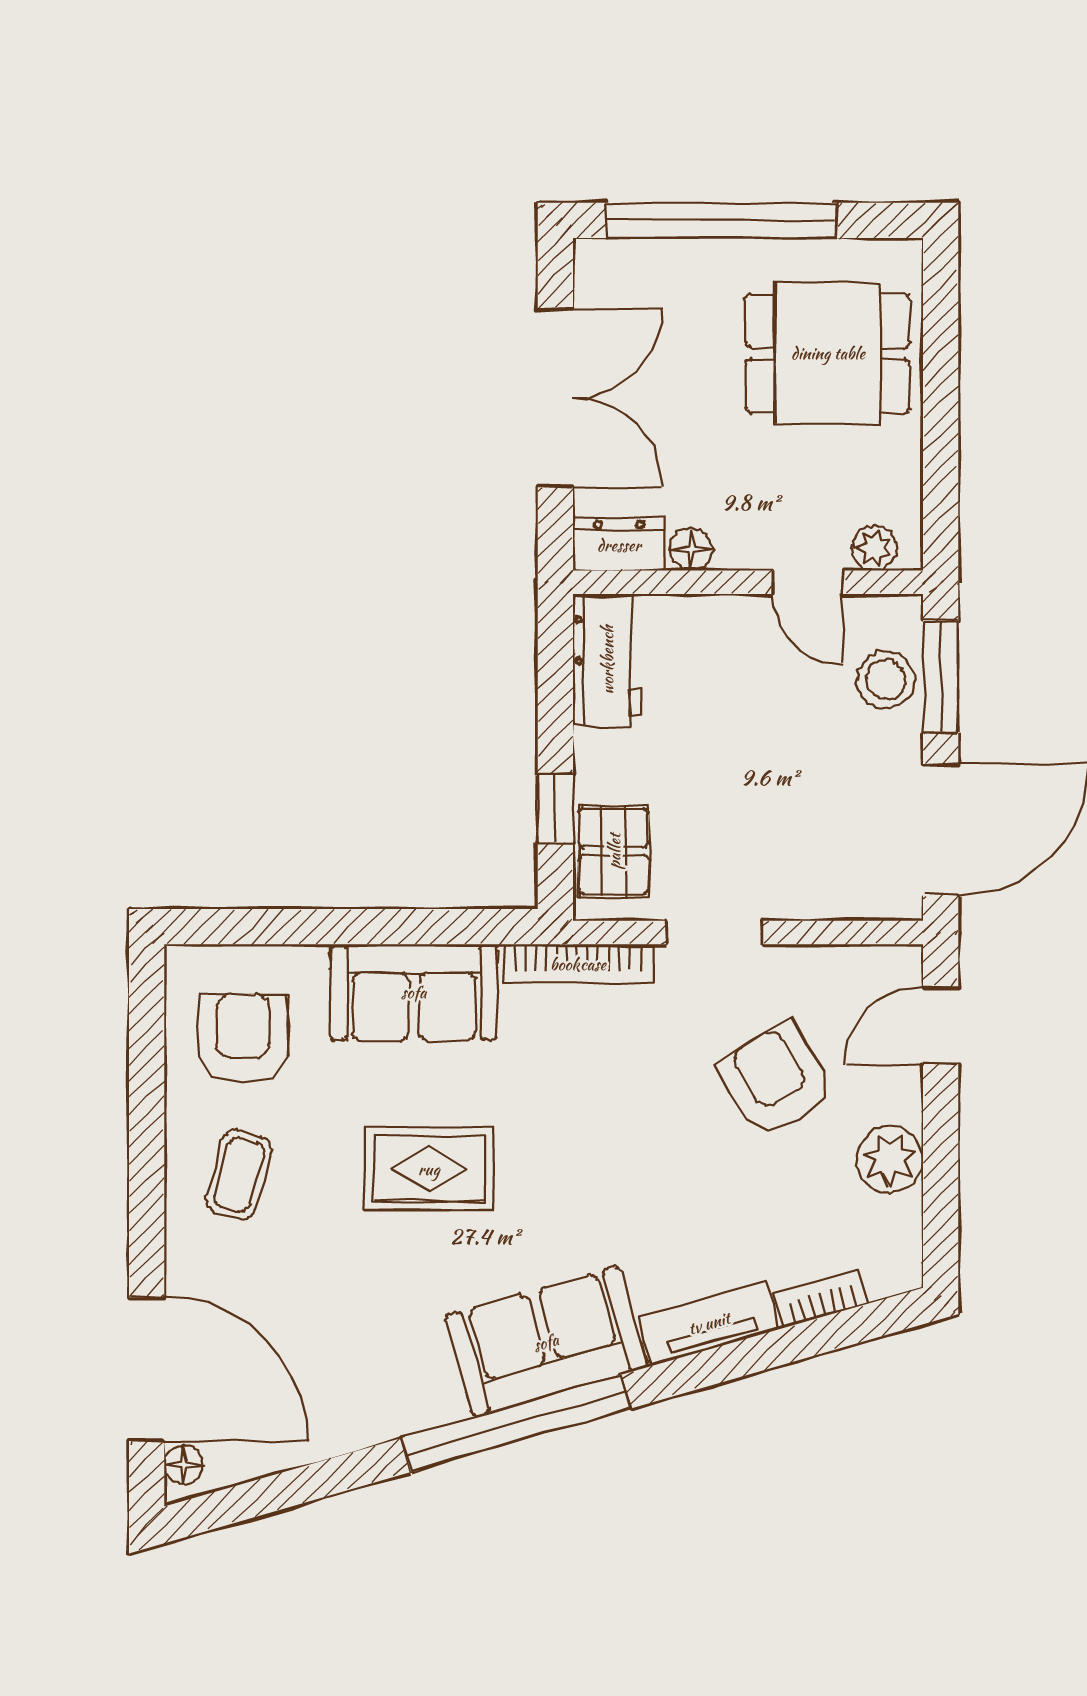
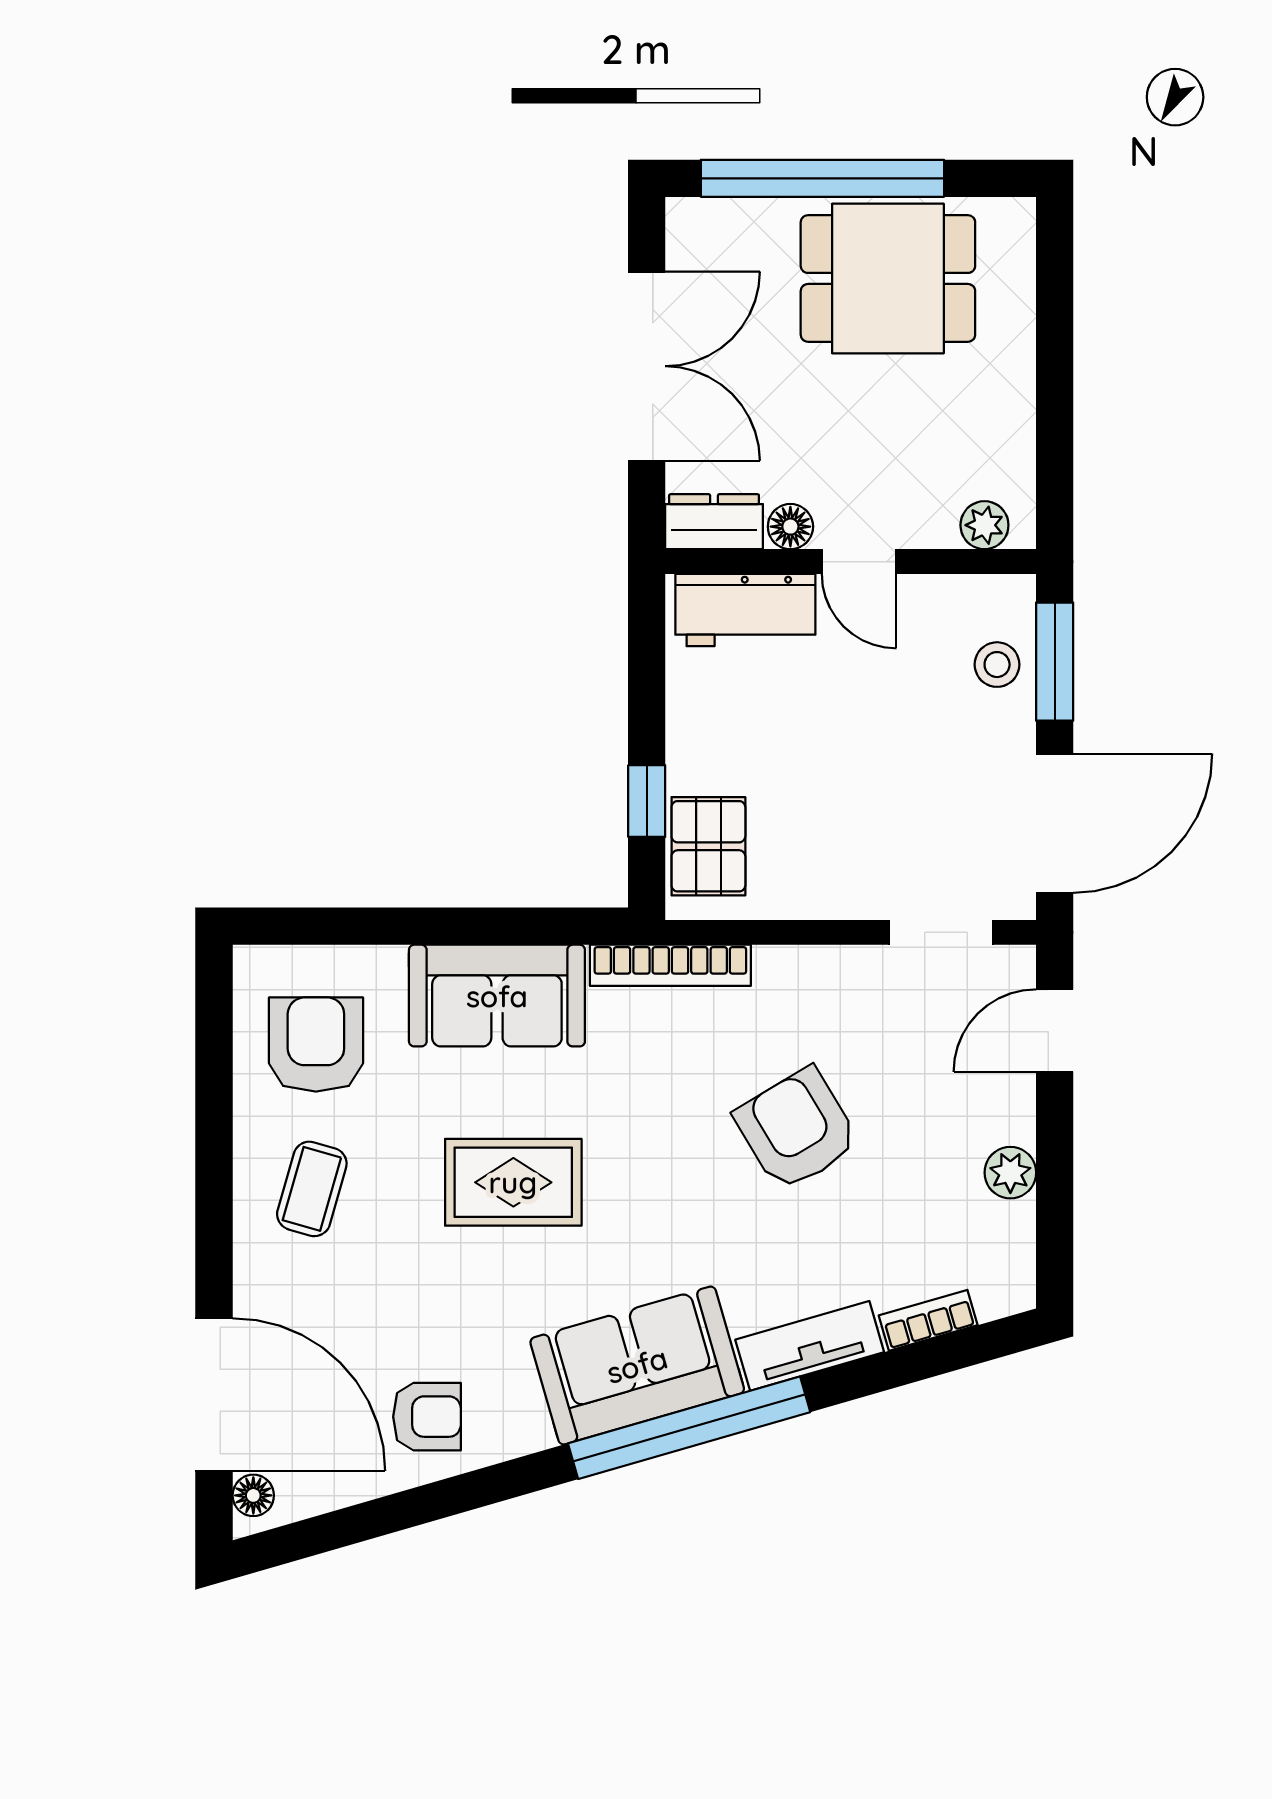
dining table: (828, 353) -> (888, 278), moved
door: (808, 582) -> (859, 562), moved
workbench: (607, 660) -> (745, 610), moved, turned 90
stool: (886, 680) -> (997, 665), width x0.73, depth x0.73
doorway: (714, 933) -> (941, 932), moved
armchair: (776, 1080) -> (797, 1129), moved
plant: (890, 1159) -> (1010, 1173), width x0.73, depth x0.73
armchair: (348, 1390) -> (427, 1417), added
window: (516, 1423) -> (689, 1428), moved

